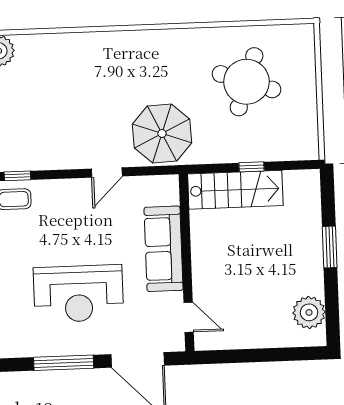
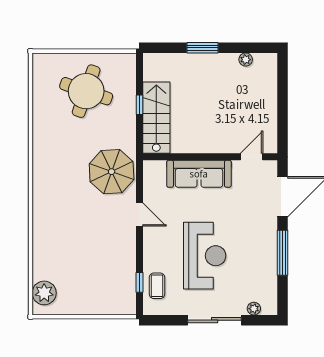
round table: (247, 82) -> (86, 91), moved
reception desk: (78, 294) -> (205, 256), moved
plant: (309, 312) -> (246, 60), width x0.53, depth x0.53

